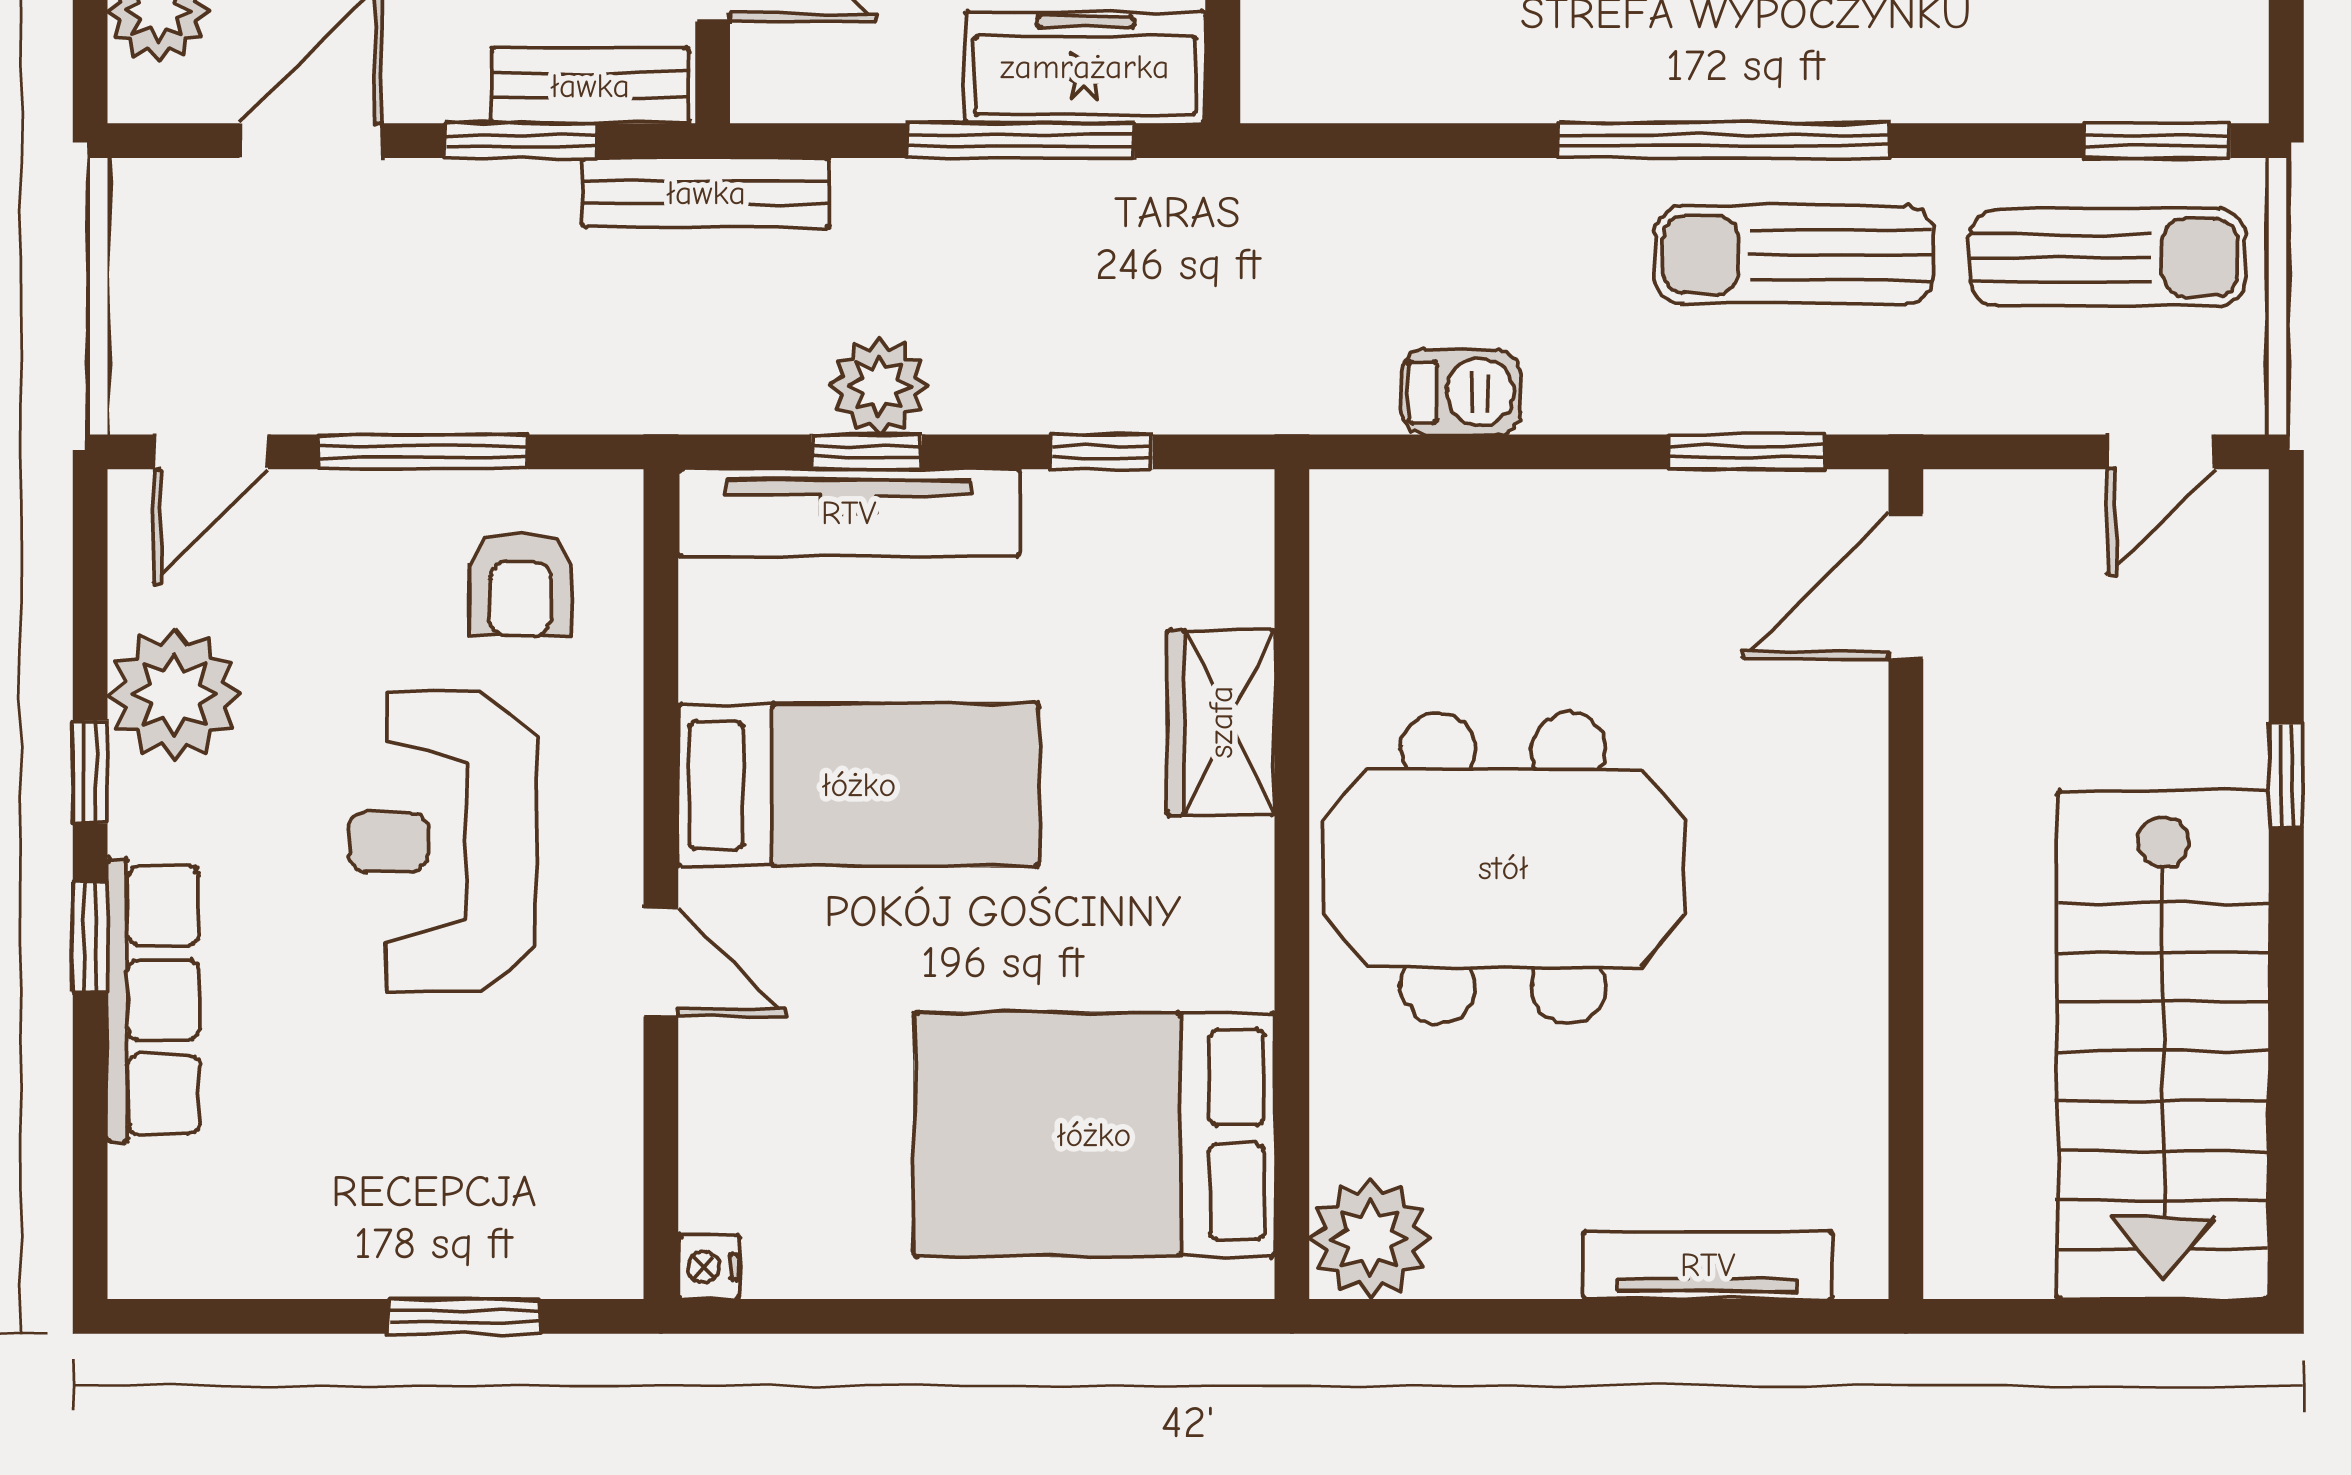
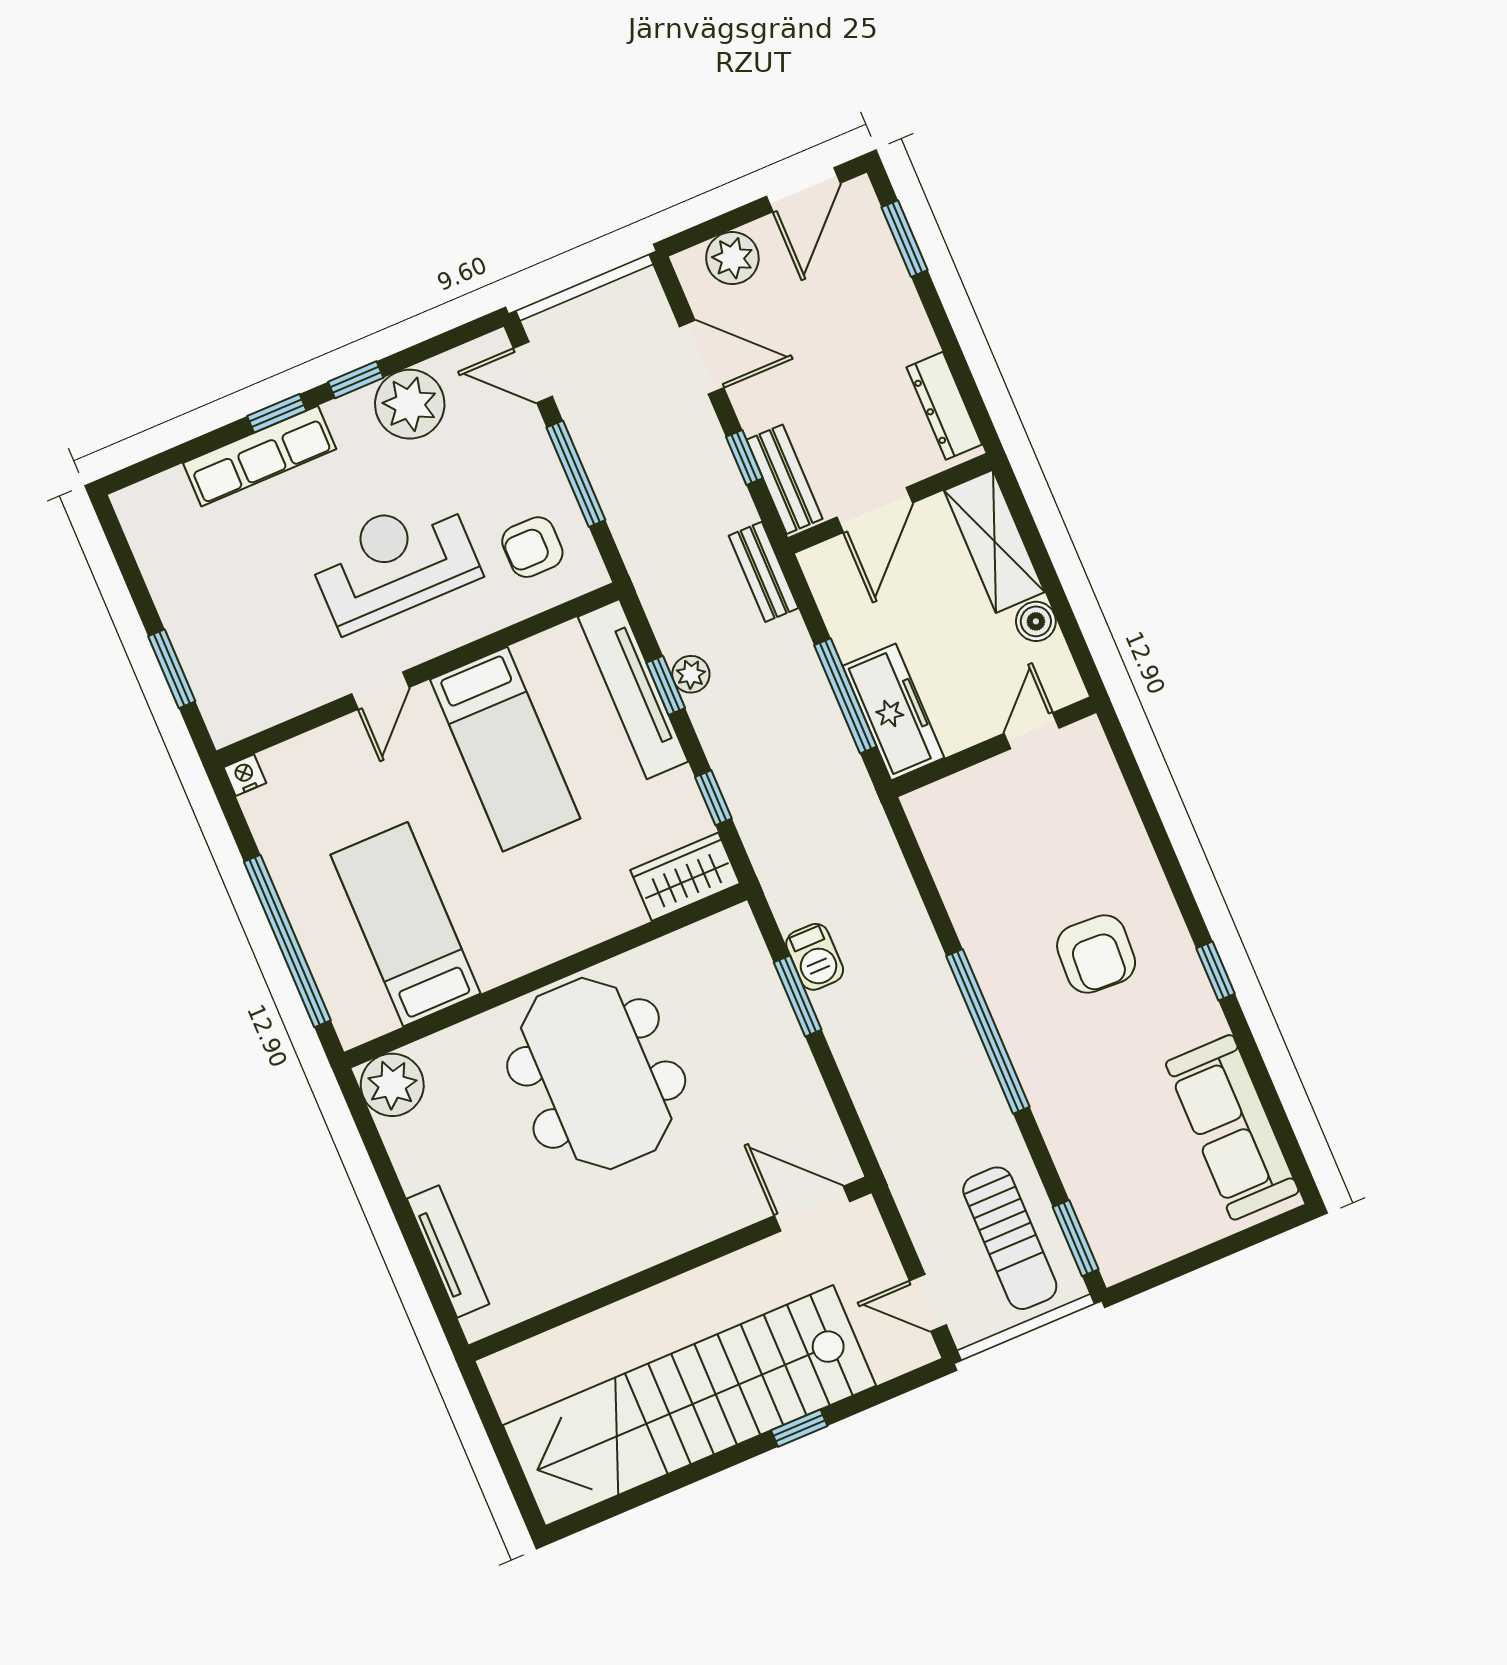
window: (521, 141) -> (744, 457), width x0.67
bench: (706, 193) -> (764, 572), width x0.73
sun lounger: (1794, 255) -> (948, 1088), removed
plant: (879, 385) -> (691, 674), width x0.73, depth x0.73
window: (1746, 452) -> (798, 996), moved
wardrobe: (1221, 722) -> (685, 877), moved
stairs: (2163, 1045) -> (689, 1405), width x1.36
bed: (1094, 1135) -> (405, 924), width x0.67
window: (1035, 1316) -> (287, 941), added

